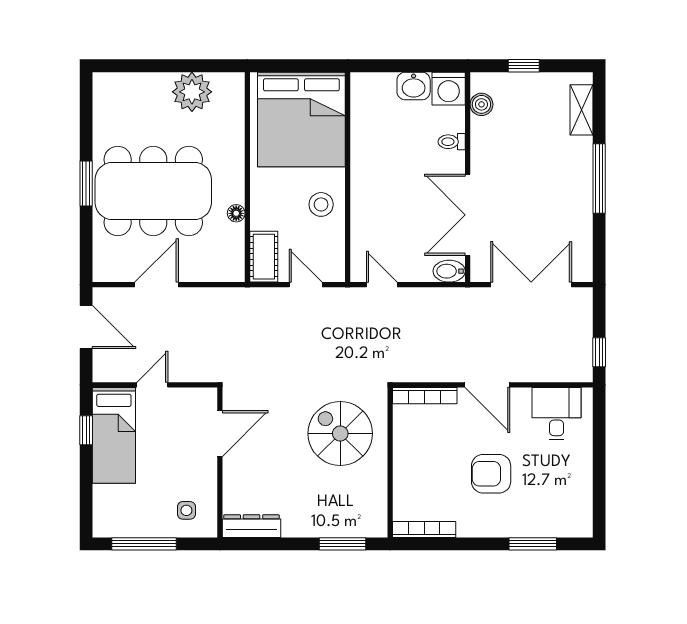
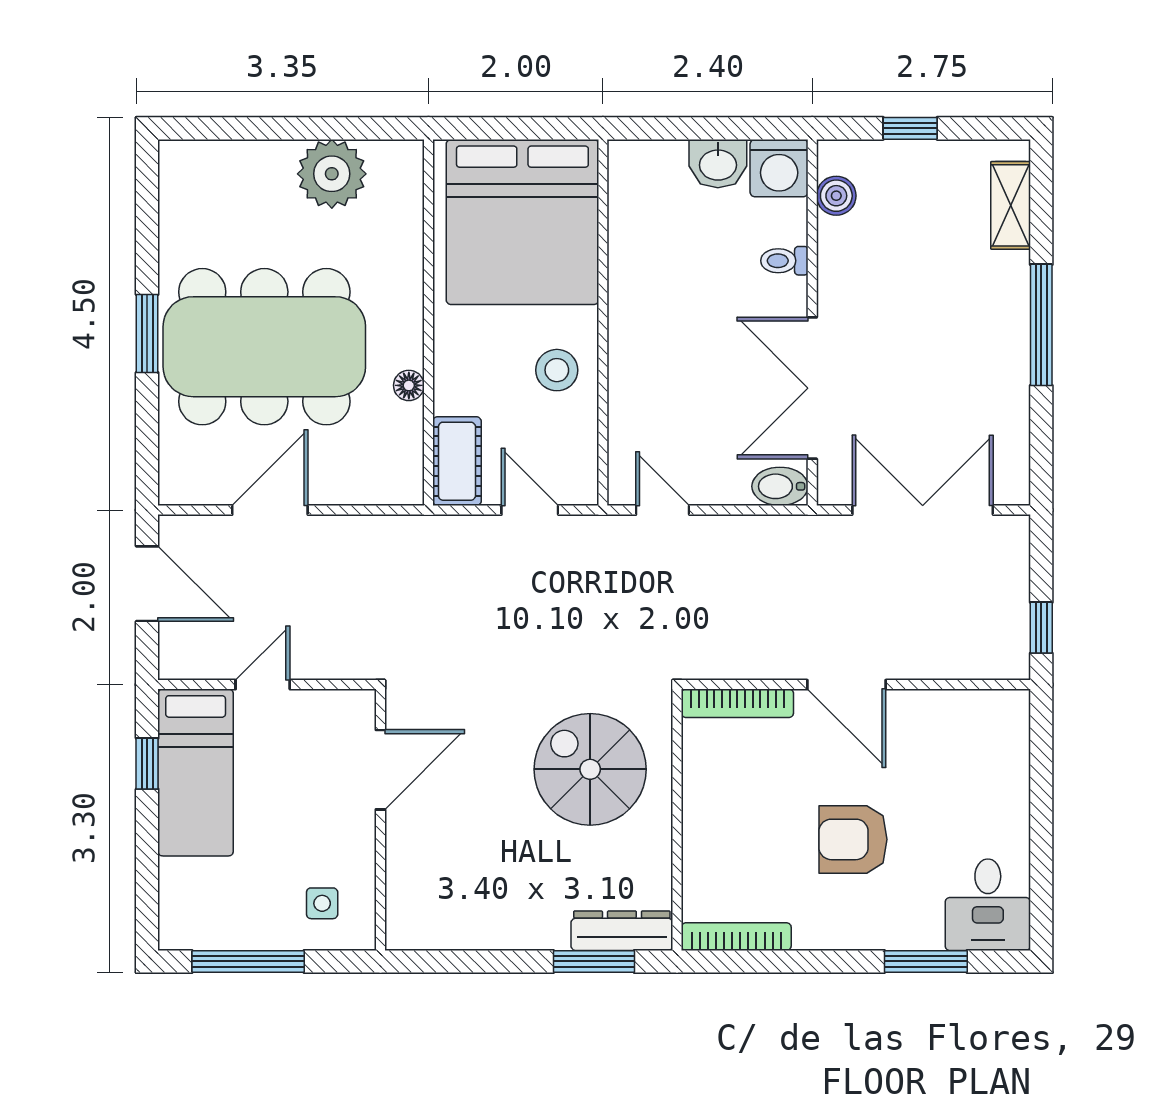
desk: (557, 414) -> (988, 905), moved, turned 180
dresser: (252, 526) -> (622, 931), moved

